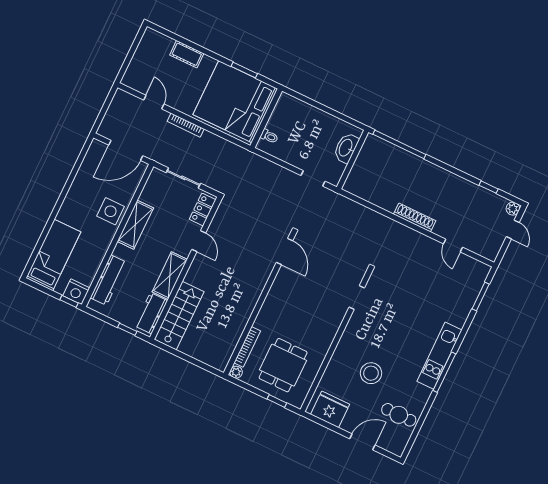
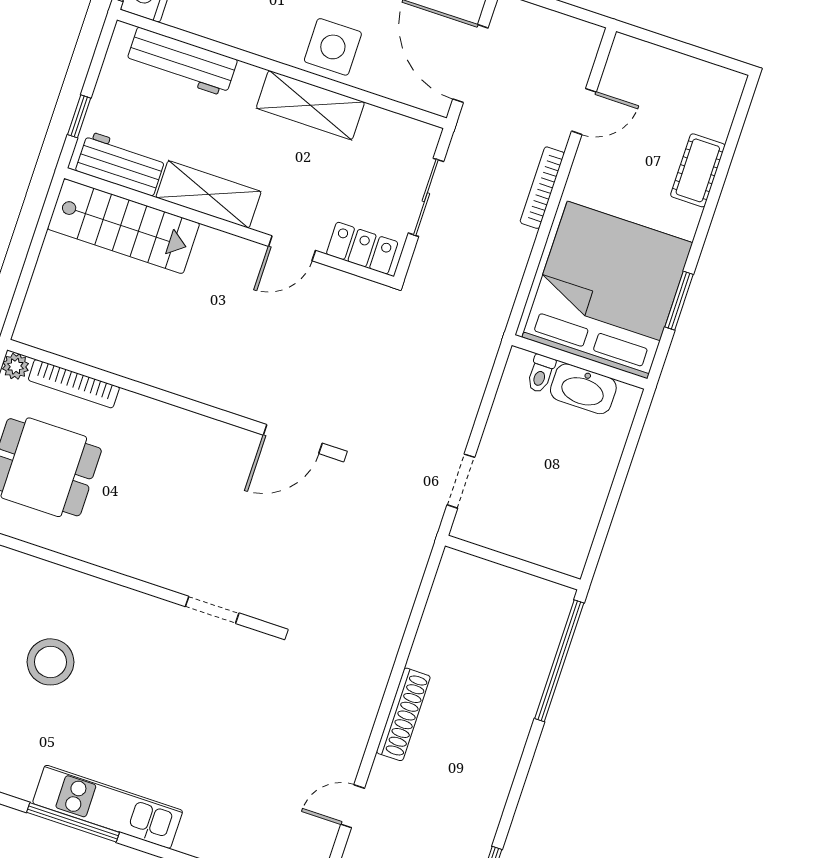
washbasin: (346, 148) -> (583, 389), moved, turned 180

